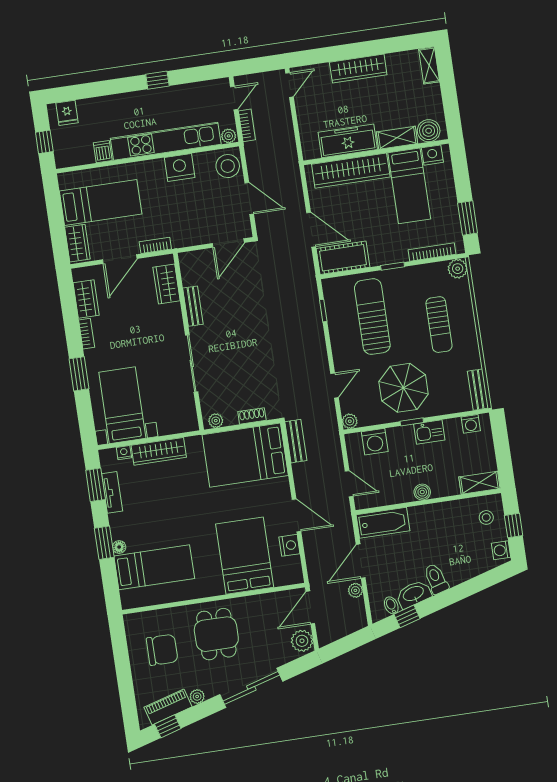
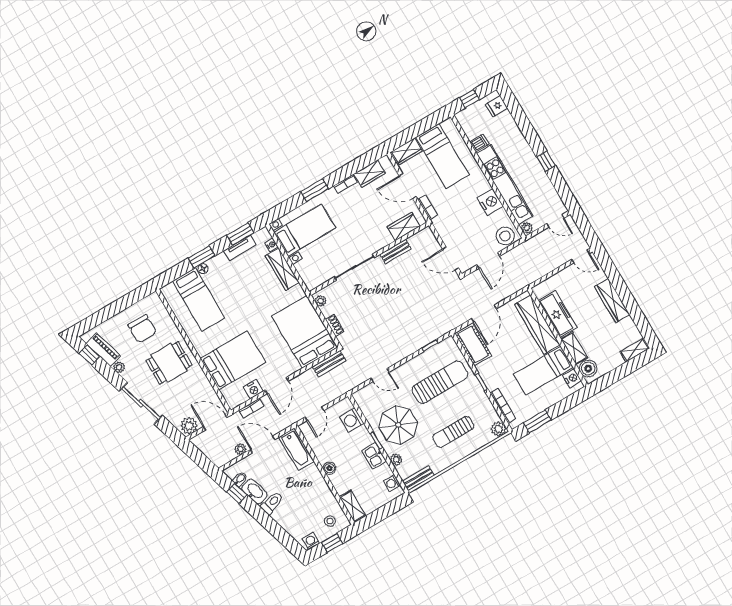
bookcase: (247, 125) -> (251, 408), moved
plant: (350, 421) -> (396, 459), moved

